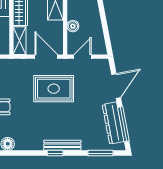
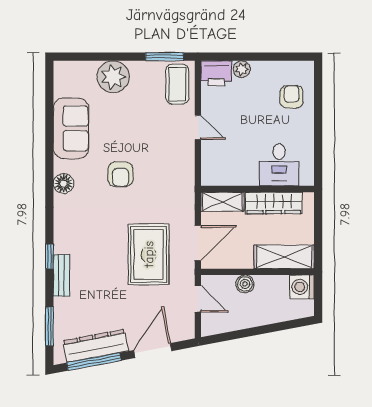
door: (116, 86) -> (153, 351), swing flipped
bench: (62, 145) -> (61, 275), width x0.73

